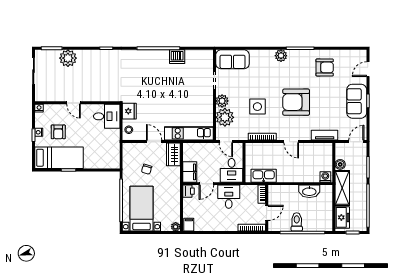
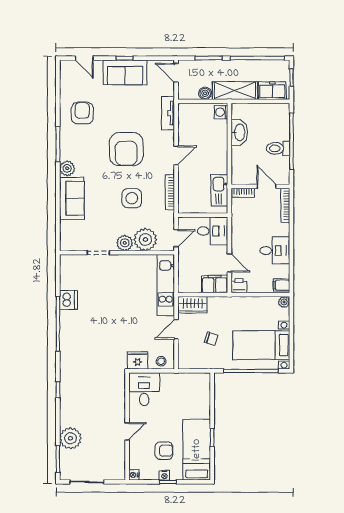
sofa: (233, 59) -> (72, 198), moved
desk: (229, 197) -> (275, 251), moved, turned 180

